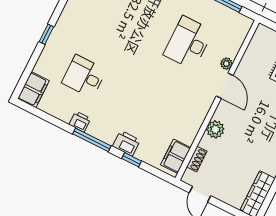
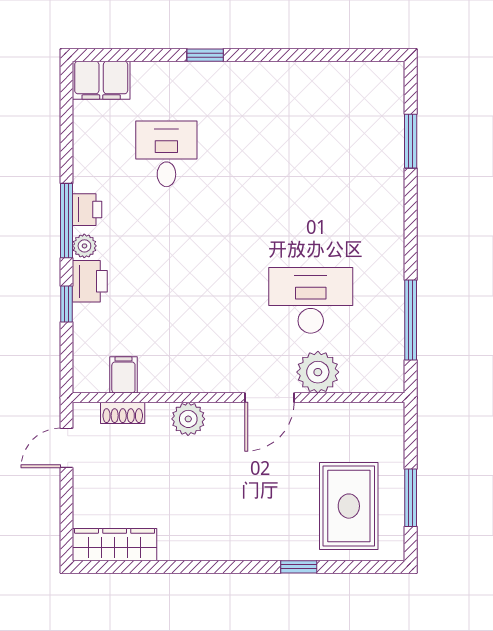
plant: (226, 64) -> (318, 372), width x1.88, depth x1.88
printer: (80, 122) -> (87, 210), moved
plant: (108, 137) -> (84, 246), added
filing cabinet: (176, 156) -> (123, 375), width x0.50

